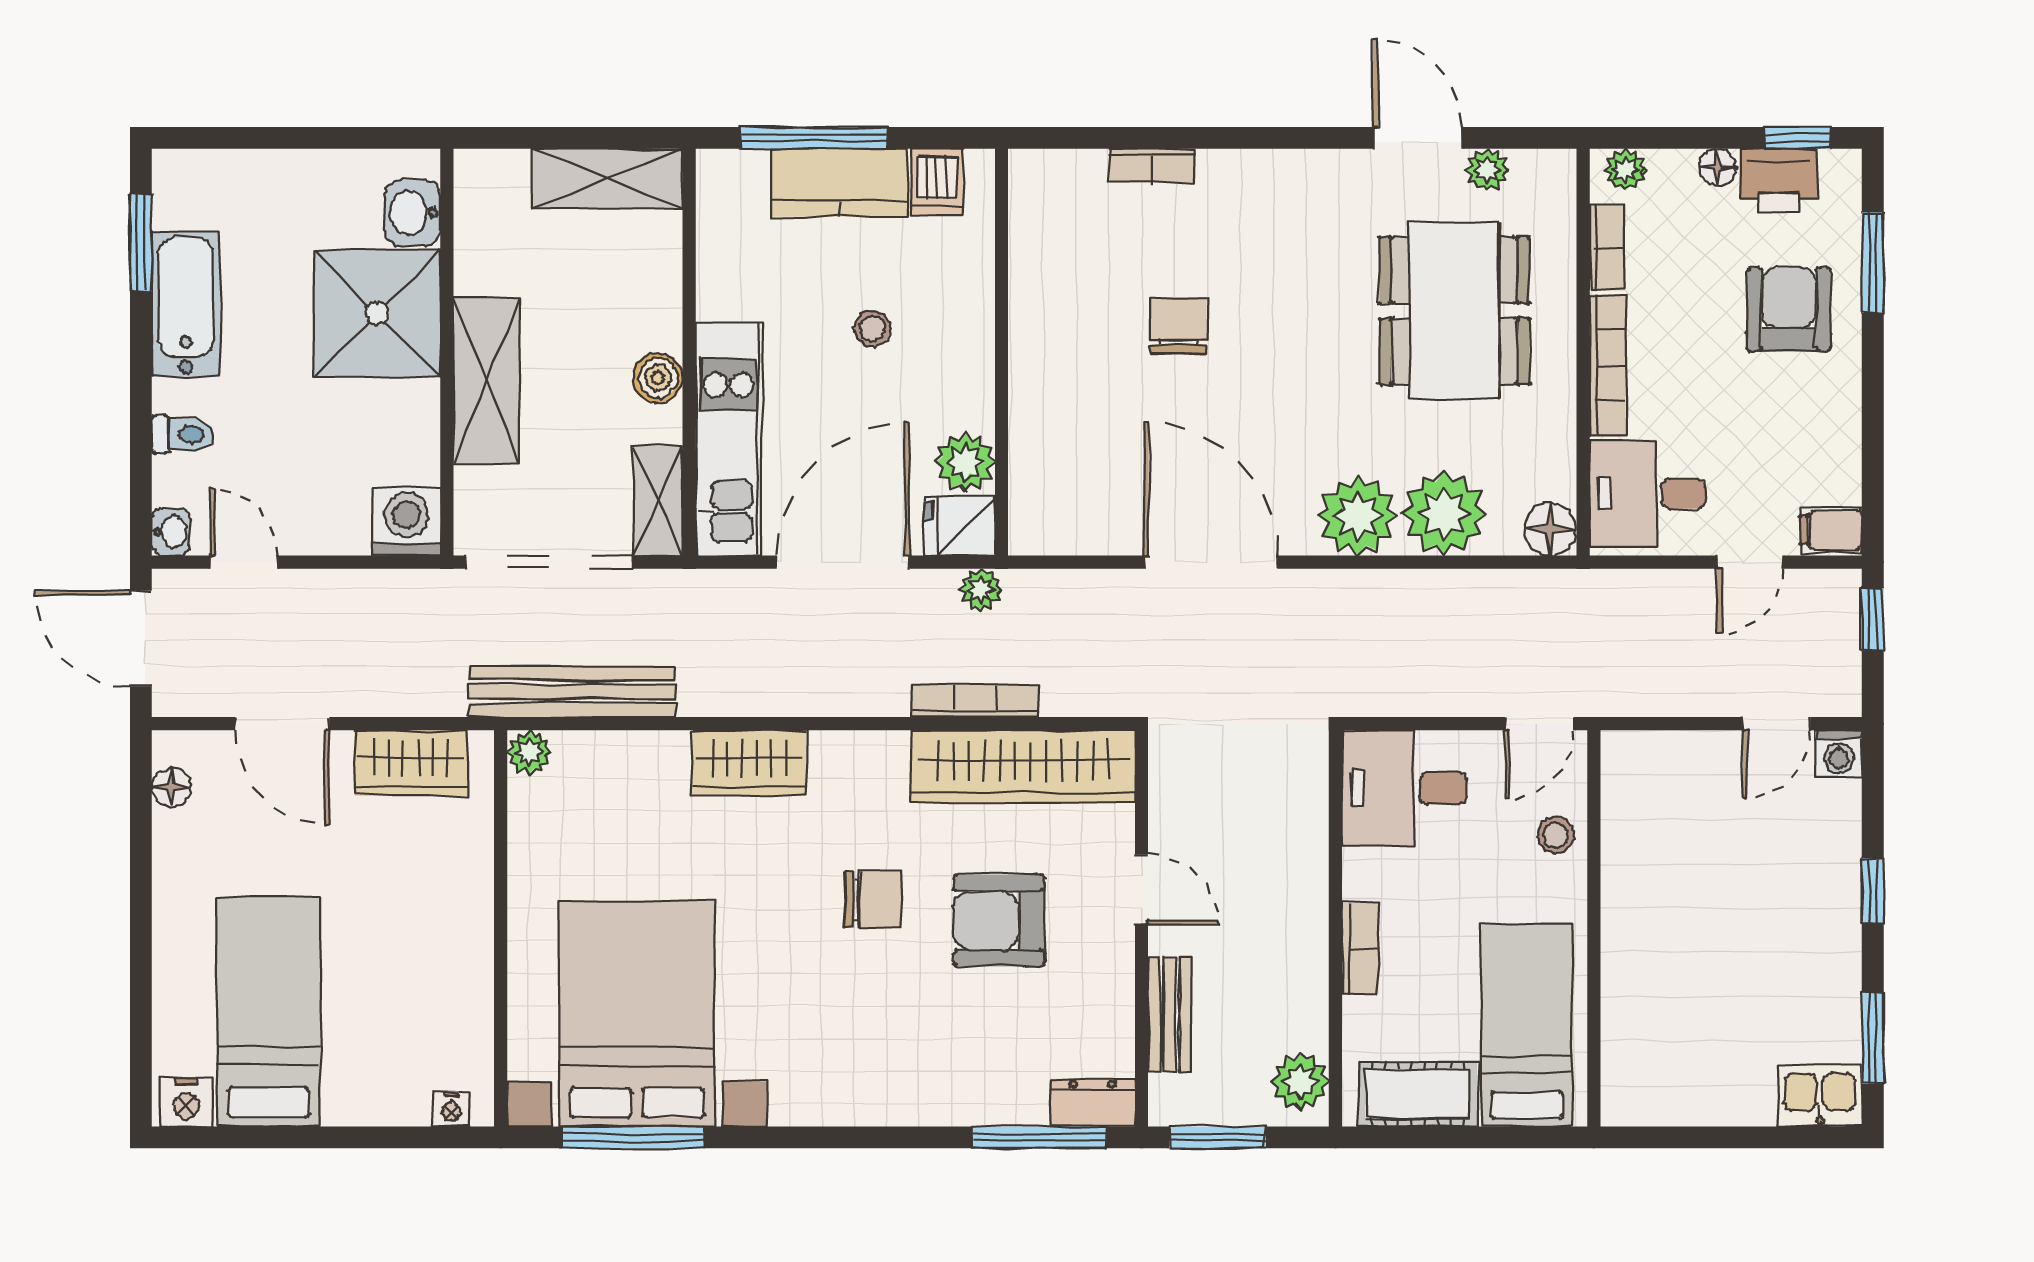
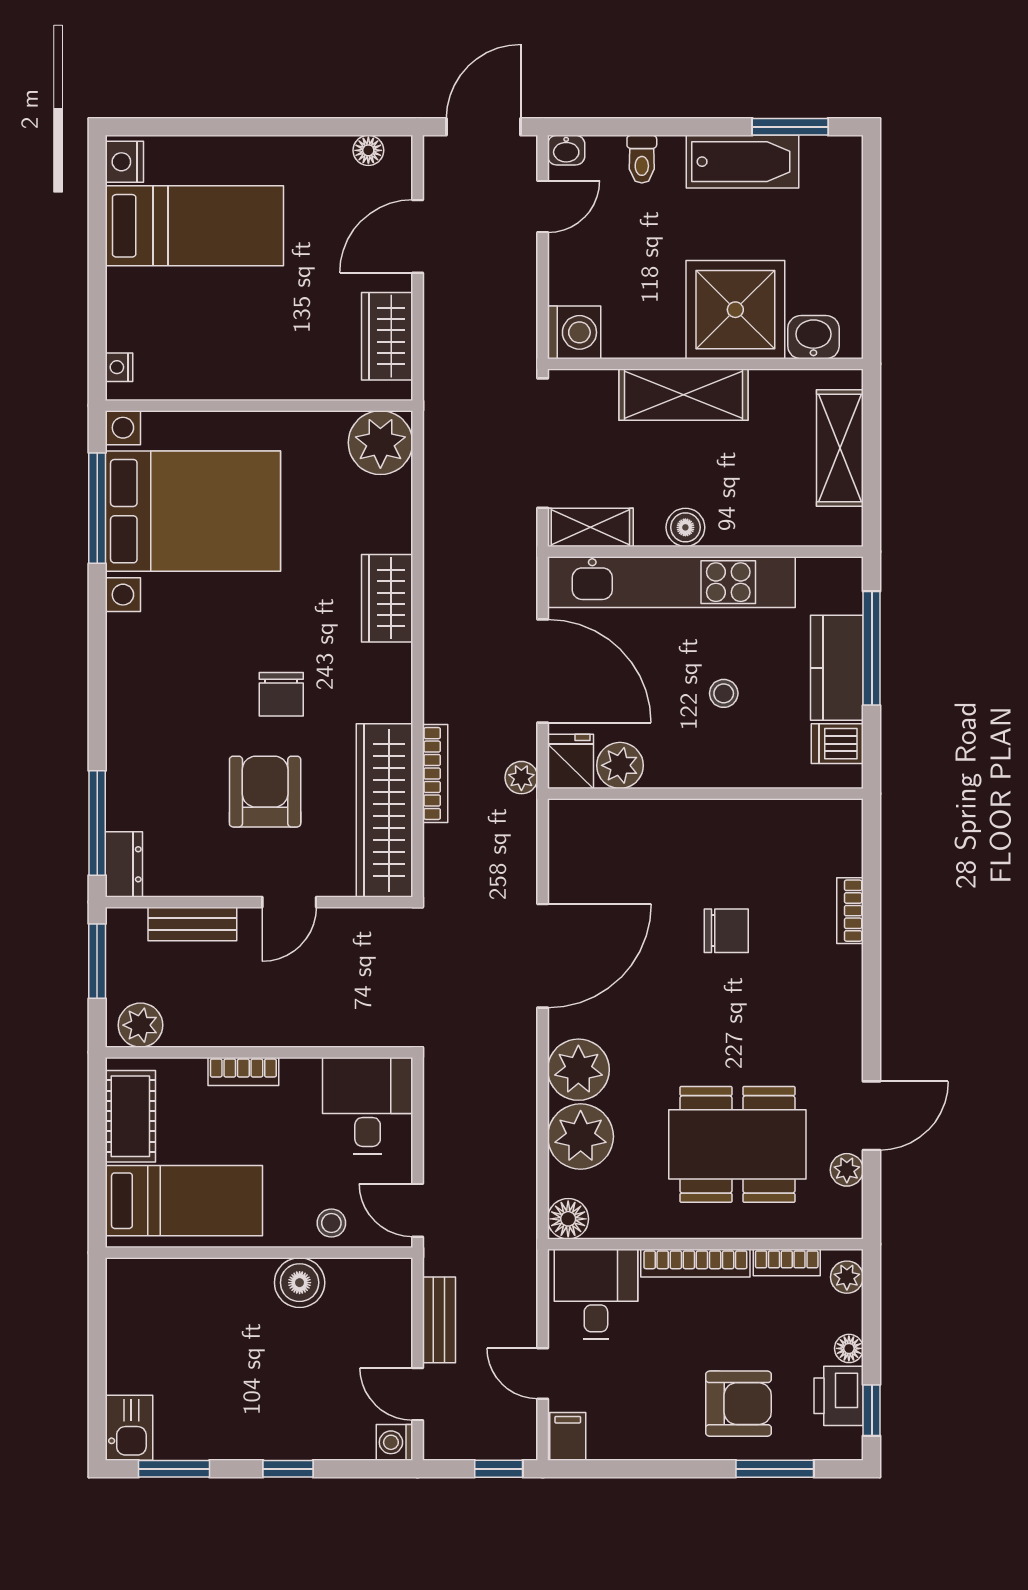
shelving: (607, 179) -> (840, 448), moved
kitchen unit: (729, 439) -> (671, 582), width x1.36
bench: (572, 692) -> (439, 1320), moved, width x0.54, depth x0.82
plant: (529, 752) -> (380, 443), width x1.87, depth x1.87
boiler: (1633, 876) -> (300, 1283), added

